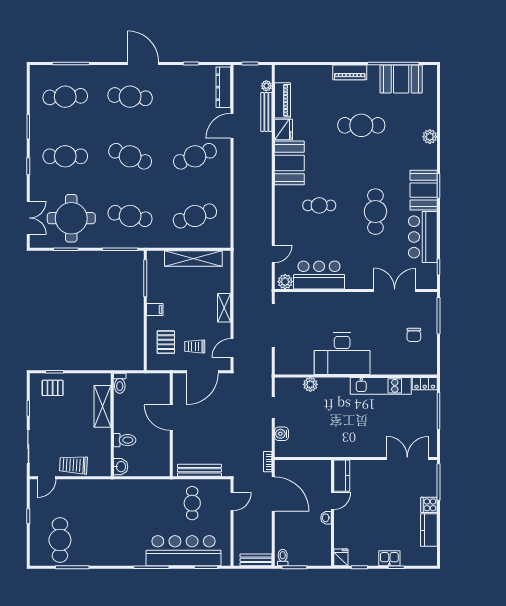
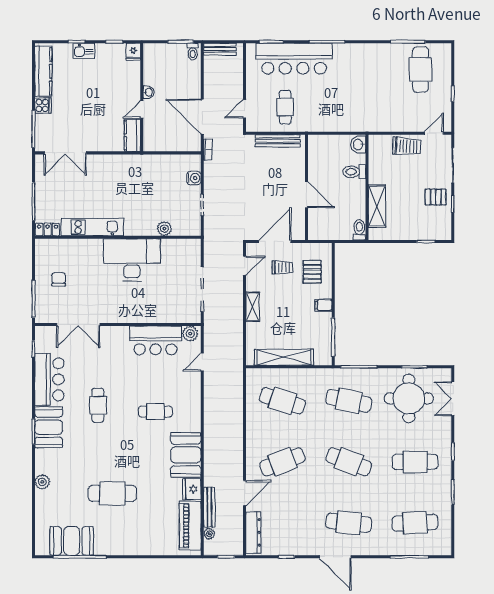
piano: (350, 72) -> (124, 548), removed
piano: (283, 100) -> (190, 526), width x1.37, depth x1.33
cafe table: (375, 212) -> (98, 405), width x0.73, depth x0.74
cafe table: (195, 216) -> (282, 401), turned 36
pallet: (53, 388) -> (436, 197), moved
kitchen counter: (429, 530) -> (43, 71), width x1.50

